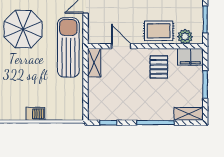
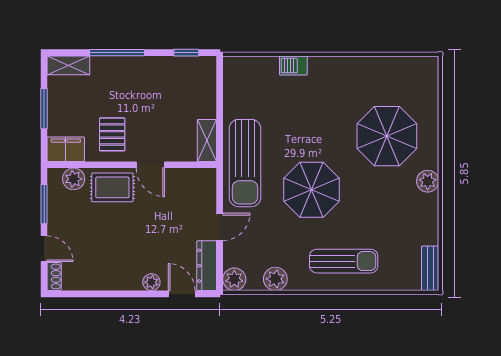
door: (121, 46) -> (150, 165), moved

